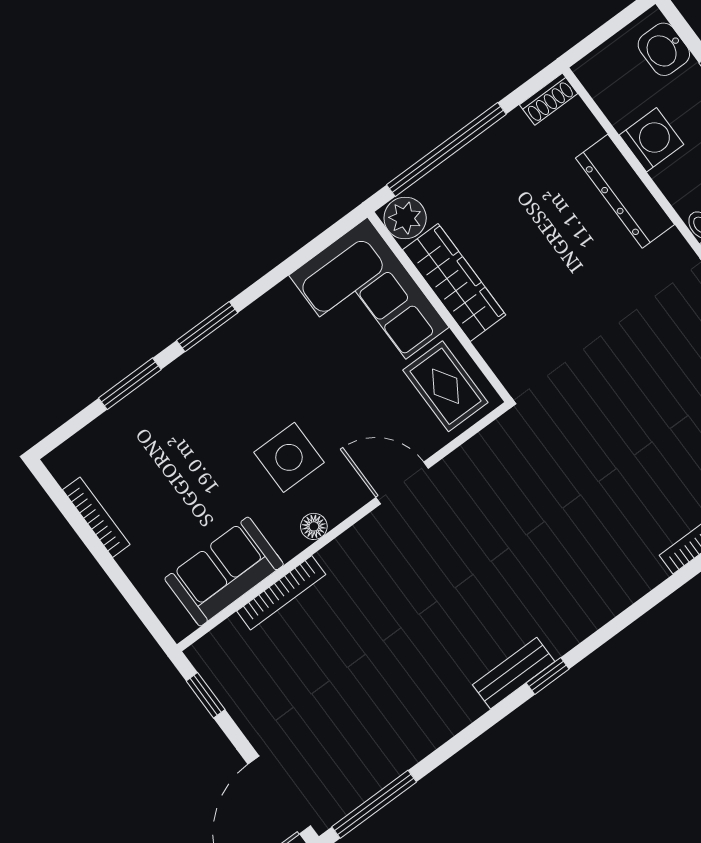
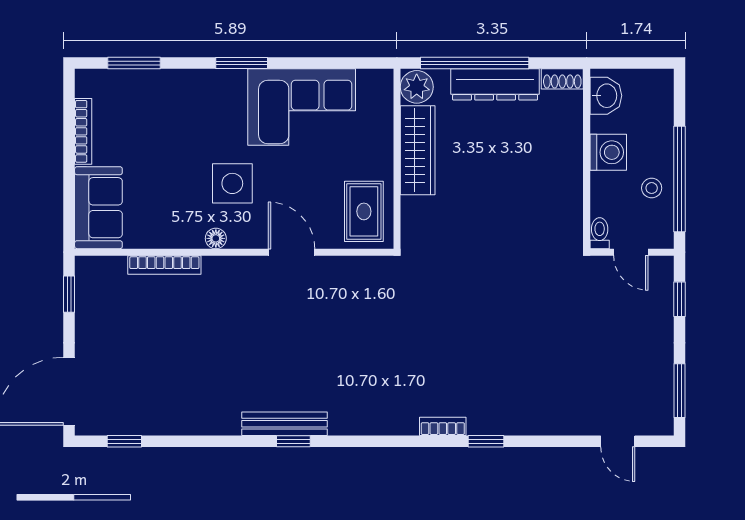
washbasin: (664, 49) -> (606, 96), moved, turned 180
dresser: (625, 191) -> (495, 84), moved, turned -90
corner sofa: (369, 301) -> (302, 107), moved, turned -90
window: (130, 384) -> (134, 63), moved
sofa: (224, 572) -> (98, 208), moved, turned 90
bench: (514, 673) -> (284, 424), width x1.36
window: (374, 804) -> (124, 441), width x0.46

